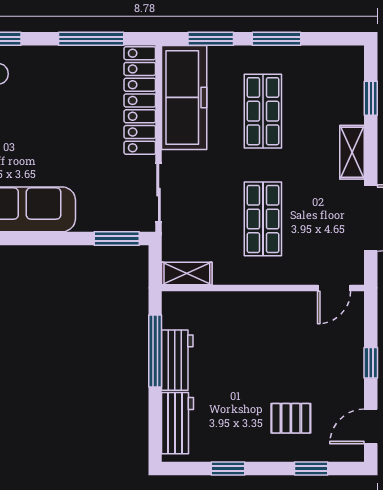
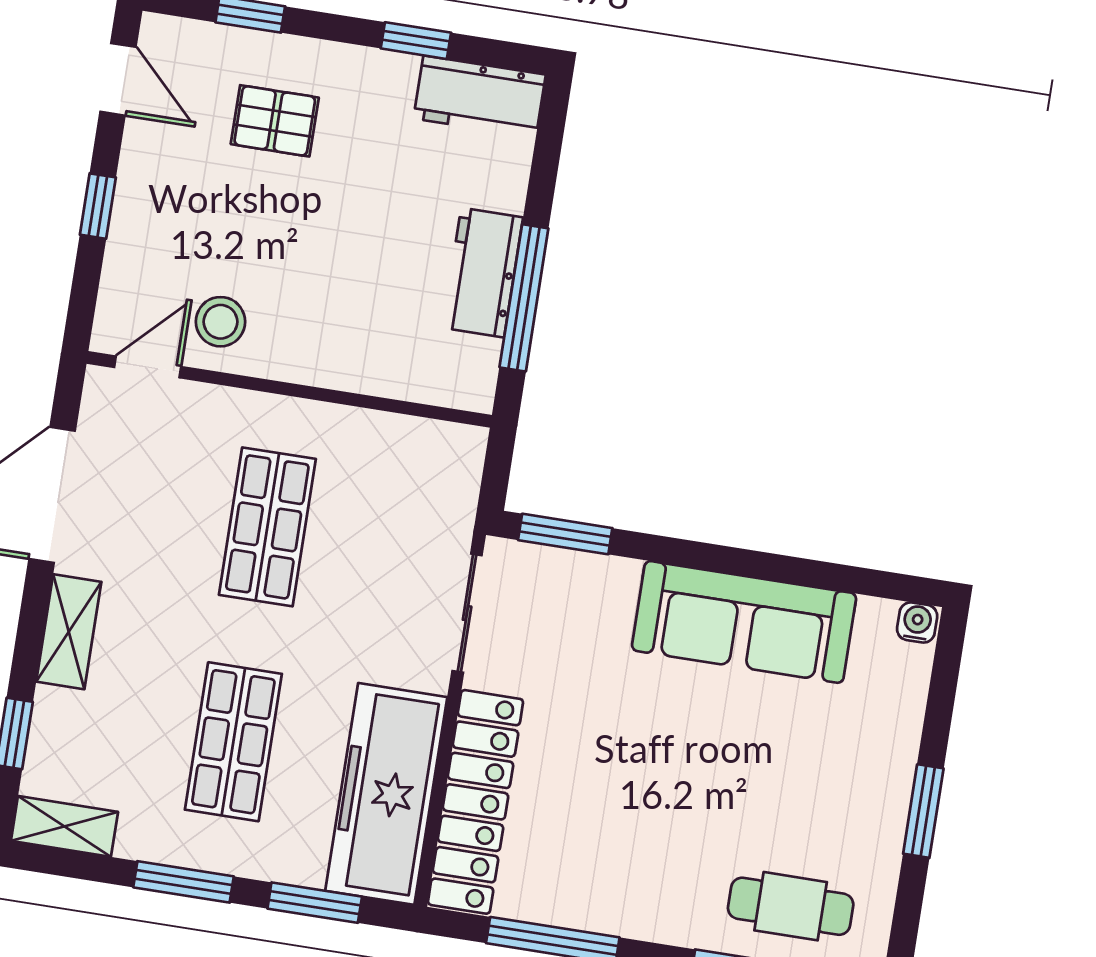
shelving: (187, 273) -> (64, 826), moved
stool: (302, 316) -> (220, 322), added
workbench: (178, 423) -> (480, 97), moved, turned -90
door: (371, 426) -> (118, 79), hinge flipped

